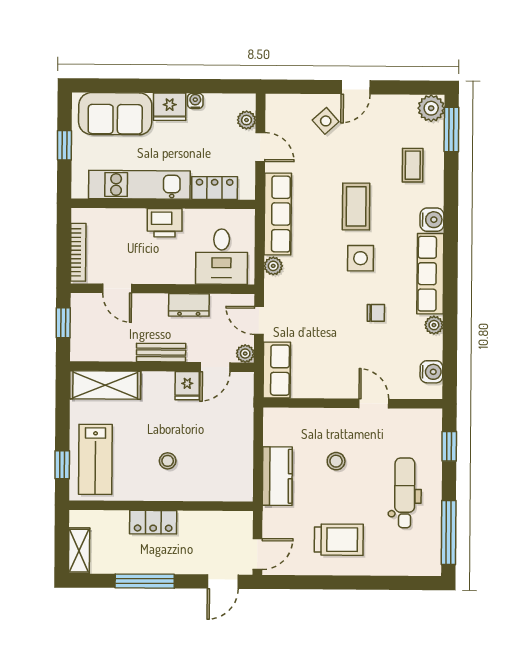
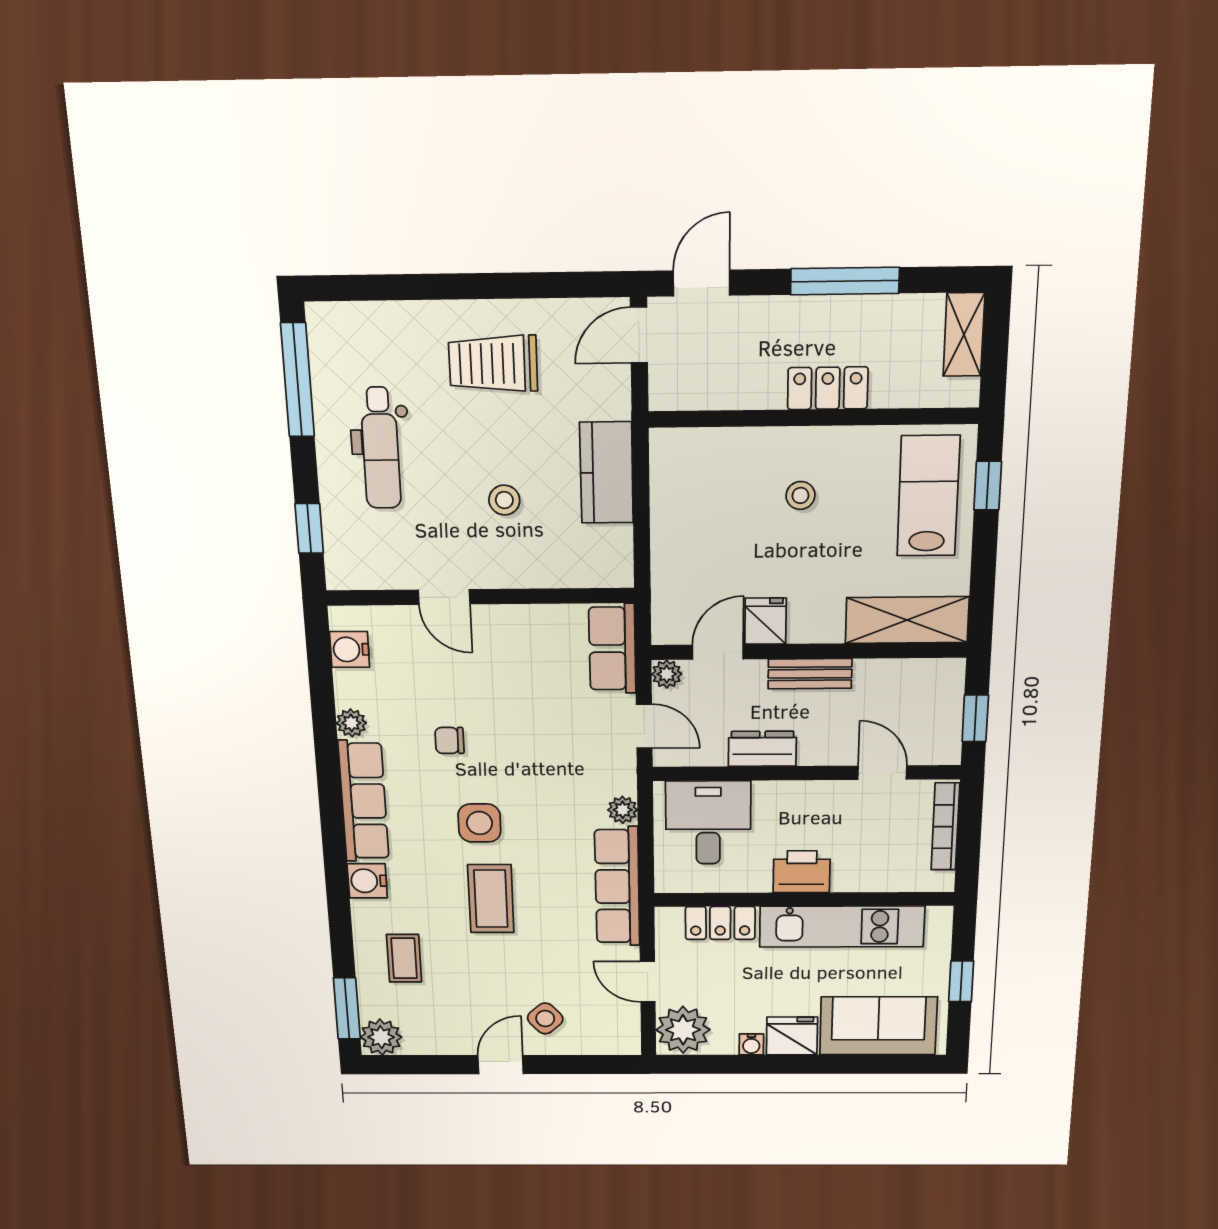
plant: (247, 120) -> (683, 1030), width x1.87, depth x1.87

